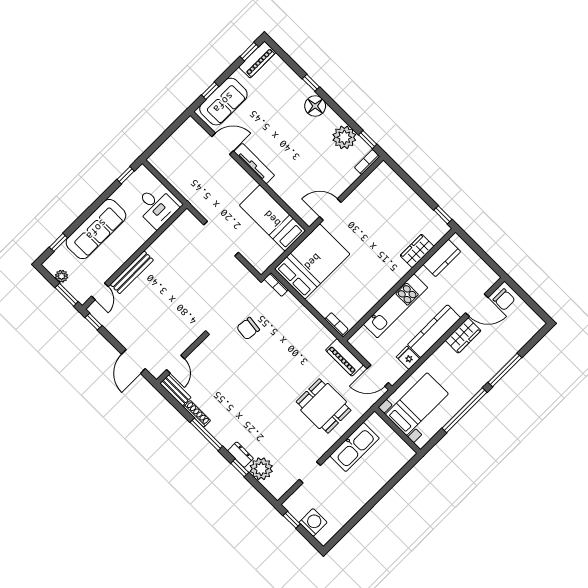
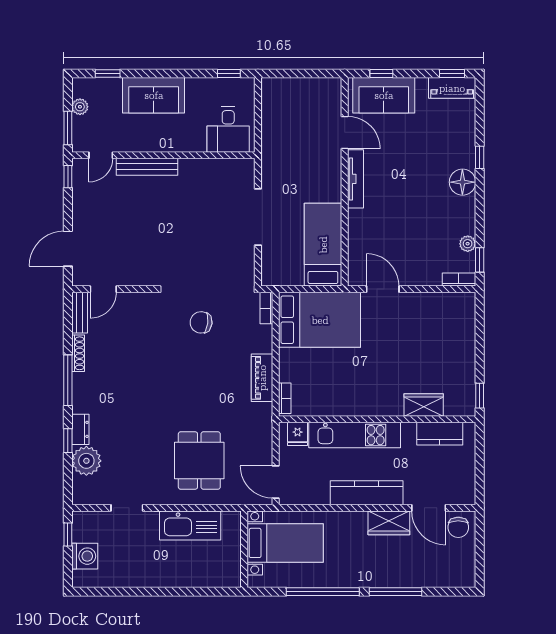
plant: (344, 137) -> (468, 244), width x0.53, depth x0.53
sofa: (96, 229) -> (154, 95), width x0.73
piano: (344, 357) -> (262, 378), moved
fridge: (408, 358) -> (298, 434), moved, turned 180

